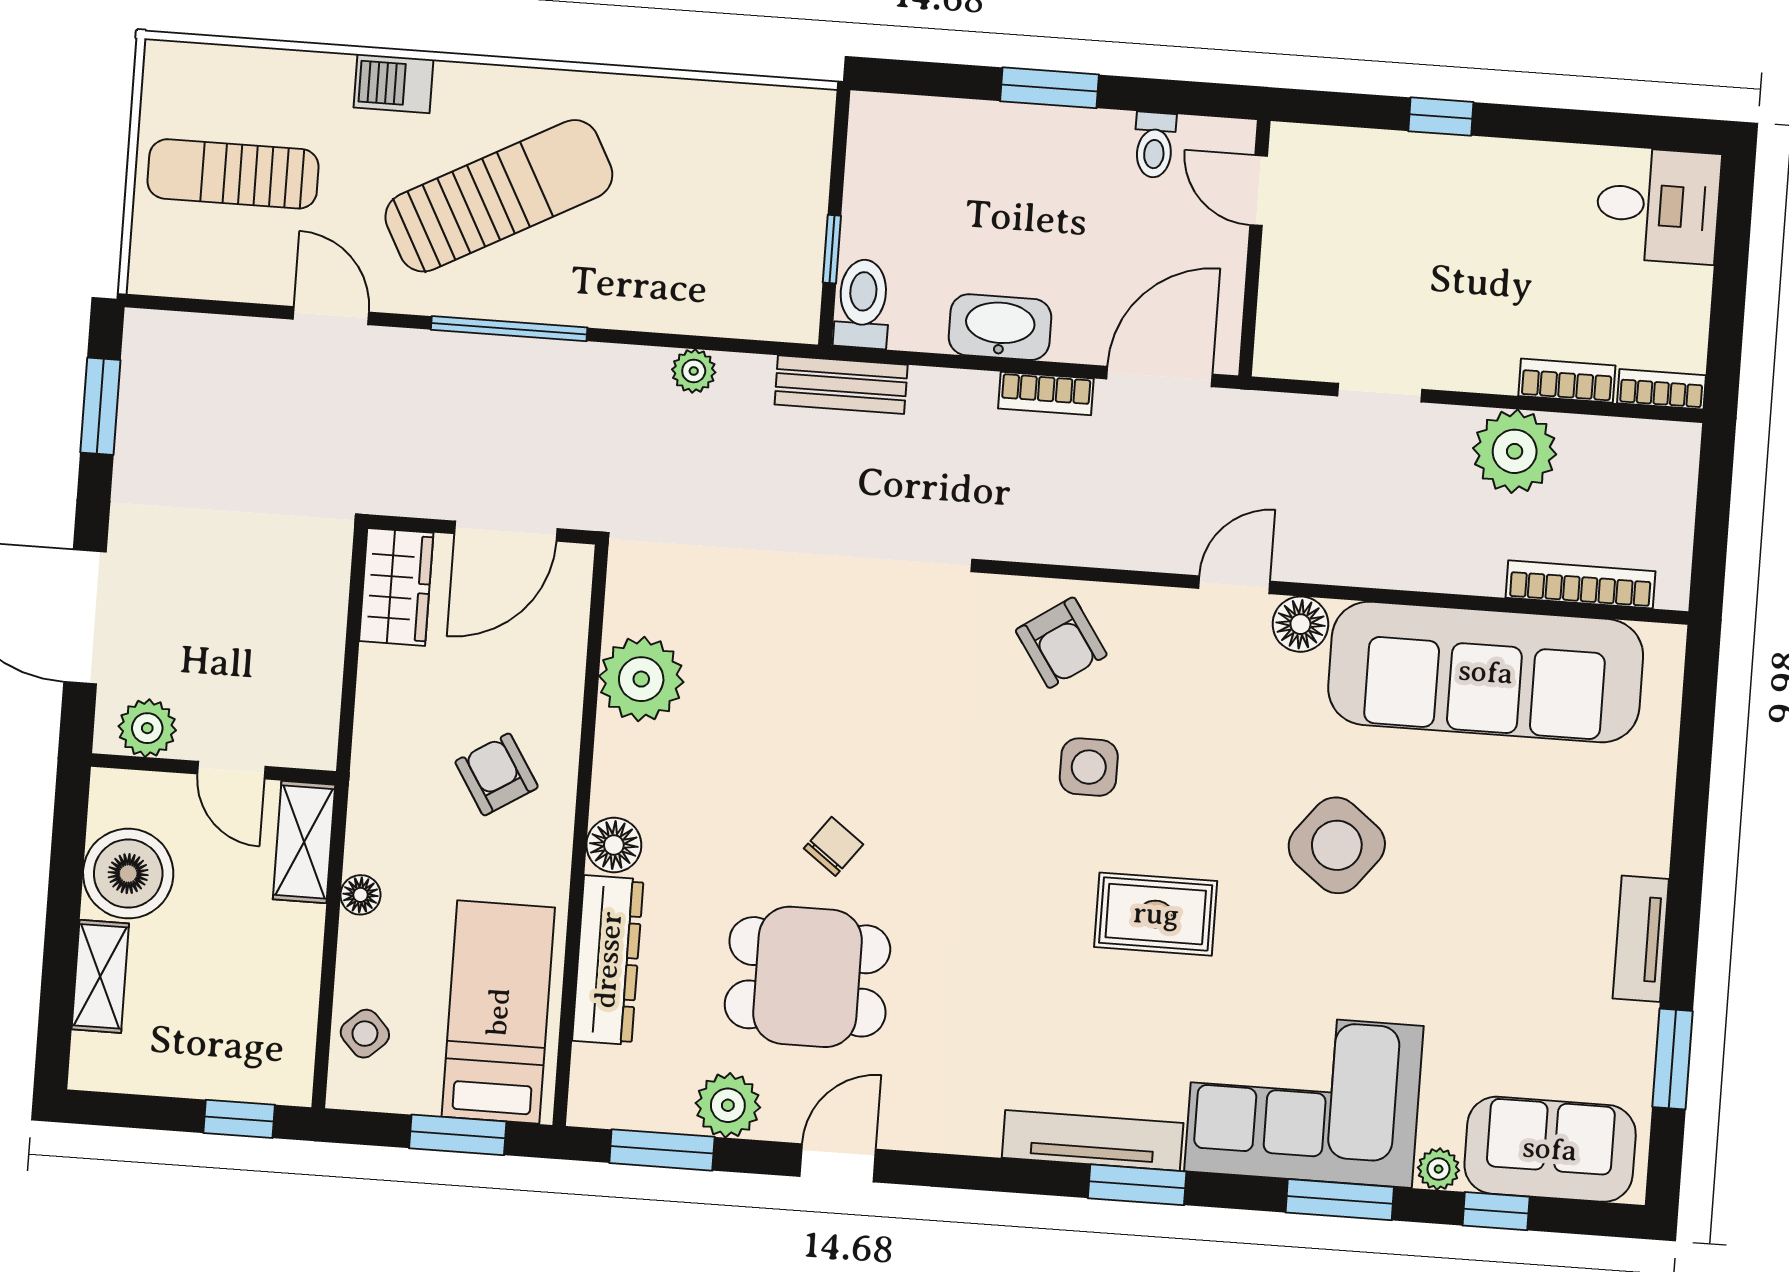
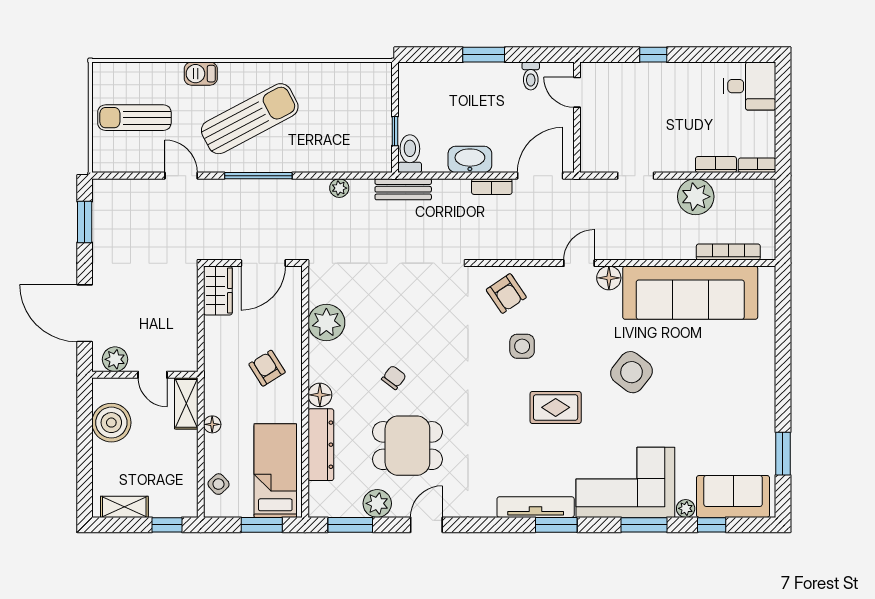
chair: (834, 846) -> (394, 377), moved
tv unit: (1641, 939) -> (765, 403), removed
shelving: (100, 976) -> (124, 507), moved, turned 90

